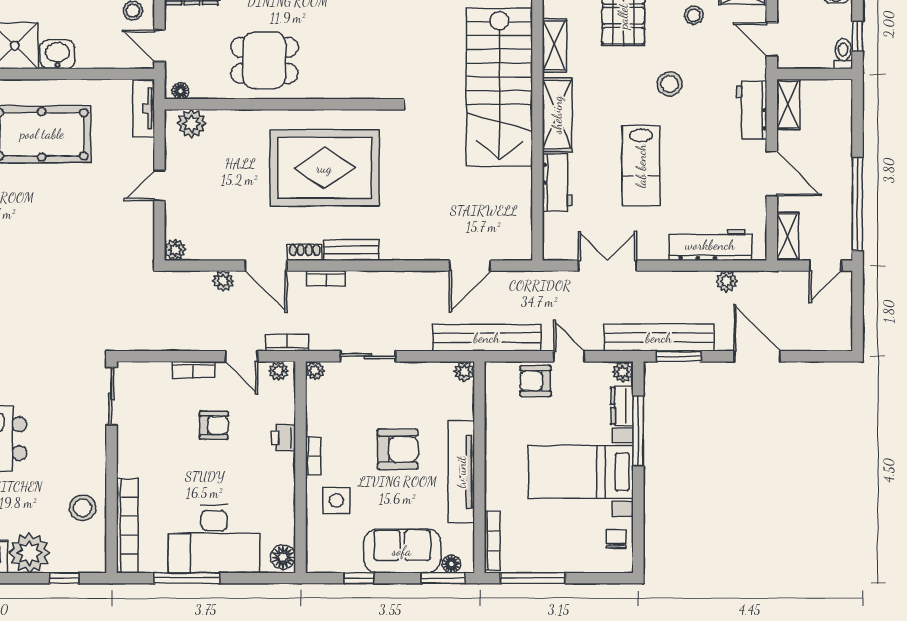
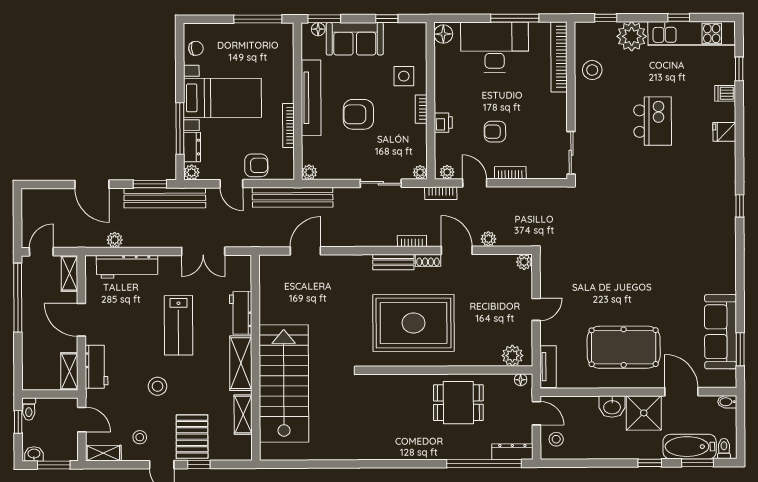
lab bench: (641, 166) -> (179, 325), turned 180
chair: (616, 539) -> (196, 48), turned -96
bookcase: (492, 541) -> (288, 125), moved

